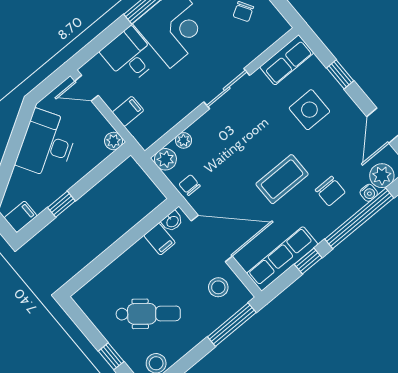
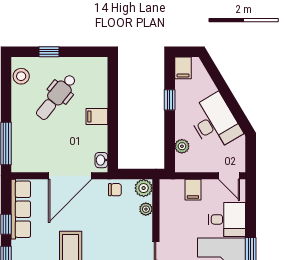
door: (87, 88) -> (229, 176), swing flipped
plant: (114, 141) -> (182, 146), moved
filing cabinet: (160, 239) -> (97, 116), moved
stool: (218, 287) -> (36, 154), removed

